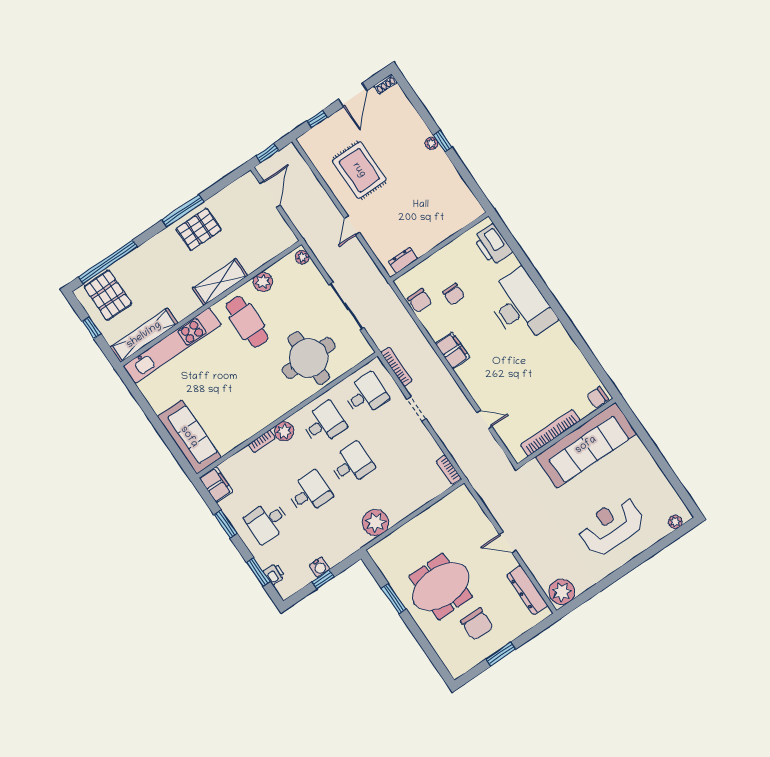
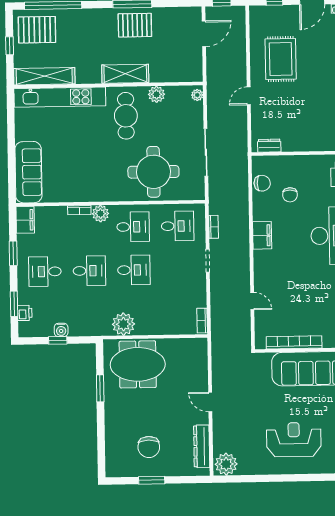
pallet: (108, 295) -> (37, 30), turned 90
chair: (420, 301) -> (262, 183), turned -90
bookcase: (396, 367) -> (214, 227), width x0.64
meeting table: (441, 586) -> (138, 364), moved

